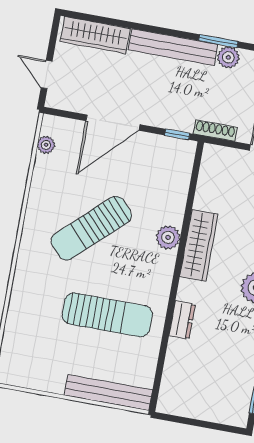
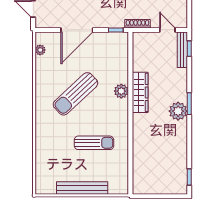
sun lounger: (107, 315) -> (94, 143), width x0.73, depth x0.75
dresser: (182, 320) -> (138, 138), removed
bench: (108, 393) -> (82, 188), moved

